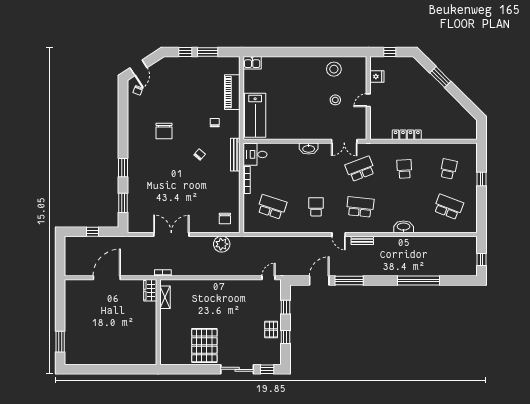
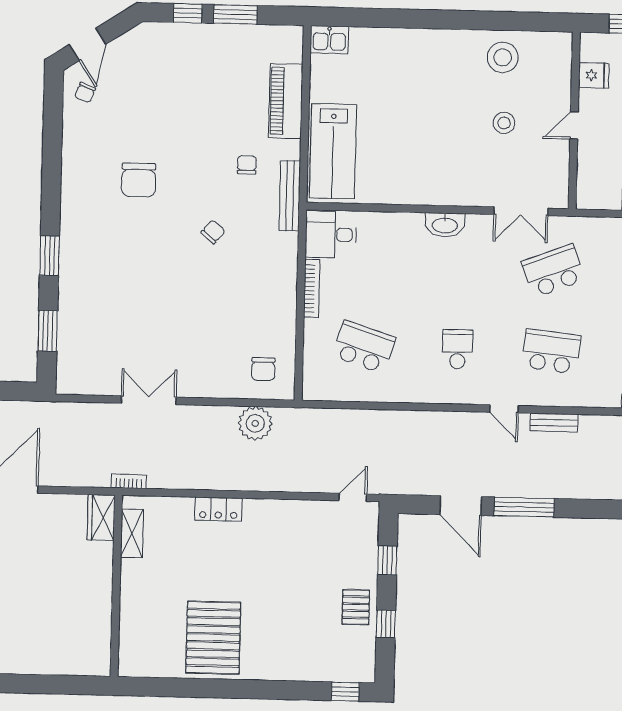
bench: (235, 155) -> (290, 196), moved
double door: (171, 234) -> (149, 400), width x0.73
door: (319, 280) -> (461, 506), swing flipped
locker: (205, 285) -> (218, 509), added
sliding door: (237, 369) -> (281, 690), removed

